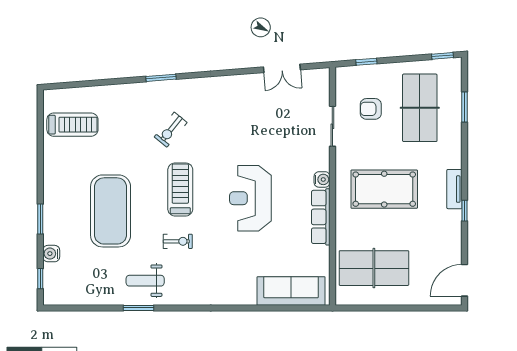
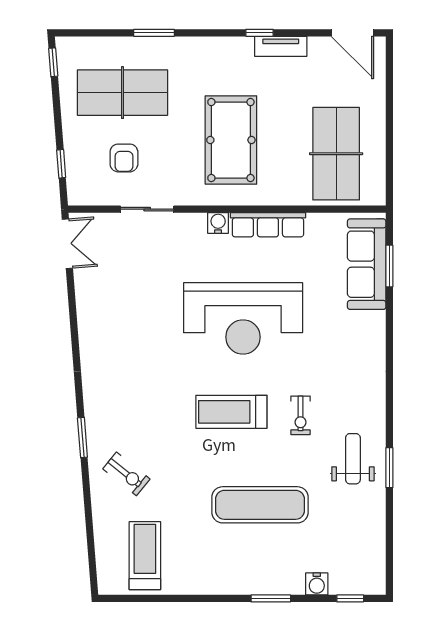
double door: (282, 68) -> (67, 244), moved
window: (465, 107) -> (154, 33), moved
exercise bike: (171, 130) -> (126, 474), moved
tv unit: (454, 189) -> (281, 46), moved
reception desk: (250, 198) -> (243, 318), width x1.36, depth x1.30
exercise mat: (111, 211) -> (260, 505), width x0.68
exercise bike: (178, 241) -> (300, 415), turned 180
weight bench: (145, 281) -> (353, 459), turned 180
window: (290, 308) -> (389, 266), added

